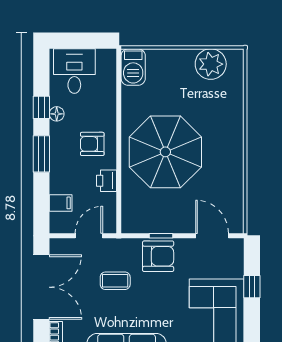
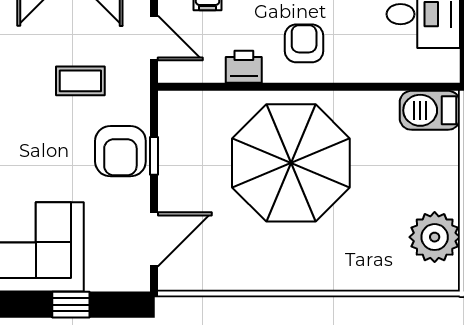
coffee table: (115, 281) -> (80, 81), turned 90

